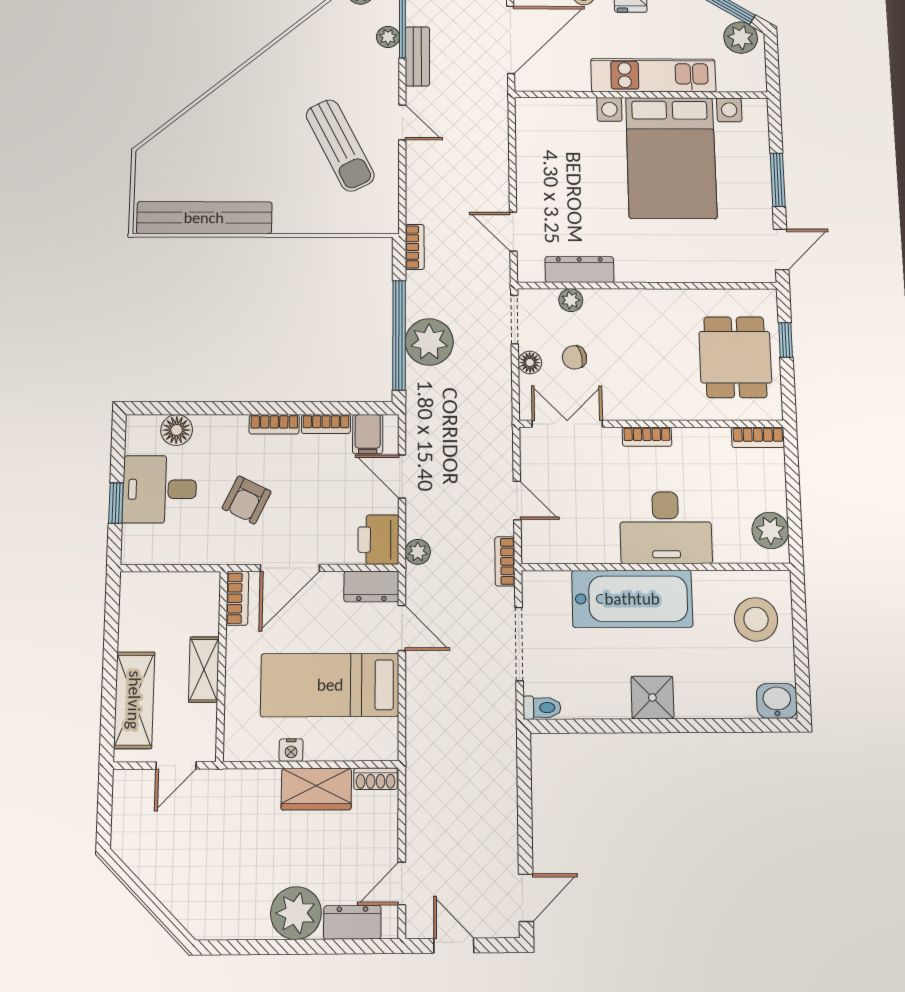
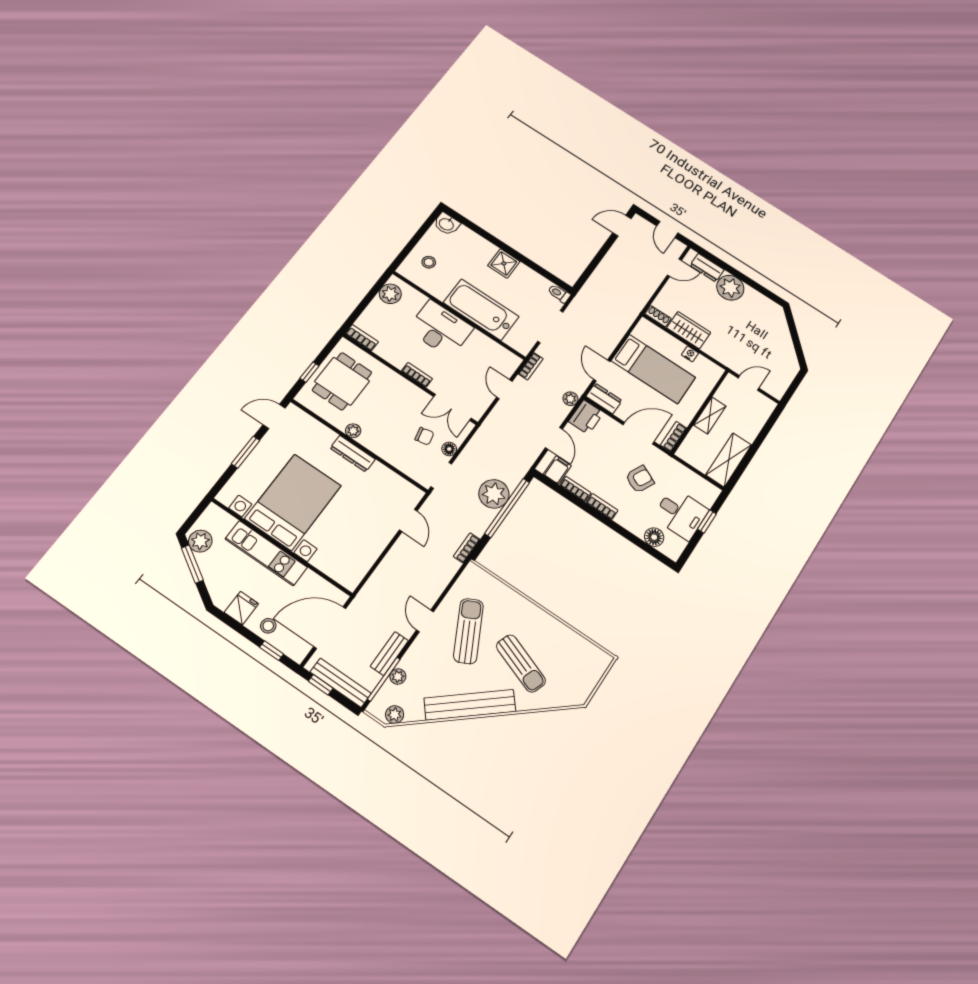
sun lounger: (248, 149) -> (521, 663), added
bench: (204, 218) -> (470, 705), moved, turned -40
dresser: (579, 270) -> (353, 454), moved
plant: (571, 300) -> (353, 431), moved
stool: (756, 619) -> (429, 262), width x0.53, depth x0.53
shelving: (134, 700) -> (729, 460), moved

